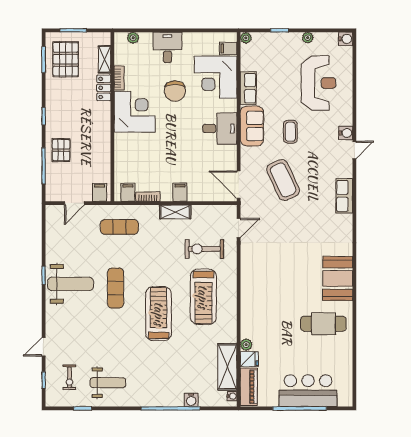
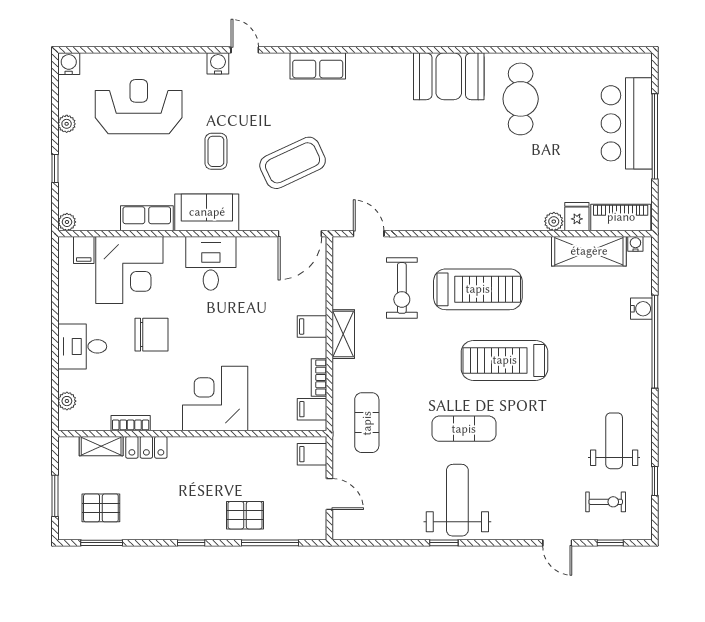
pallet: (66, 59) -> (101, 508), width x0.67, depth x0.71
corner desk: (135, 112) -> (215, 398), moved
coffee table: (290, 132) -> (216, 151), turned 90

